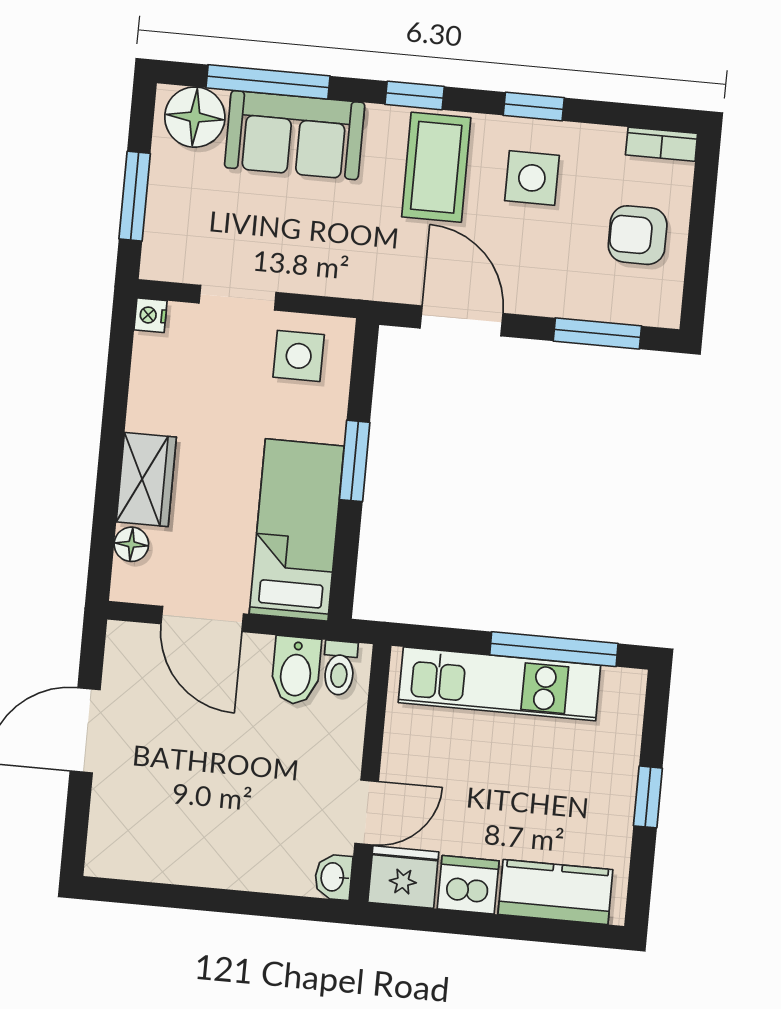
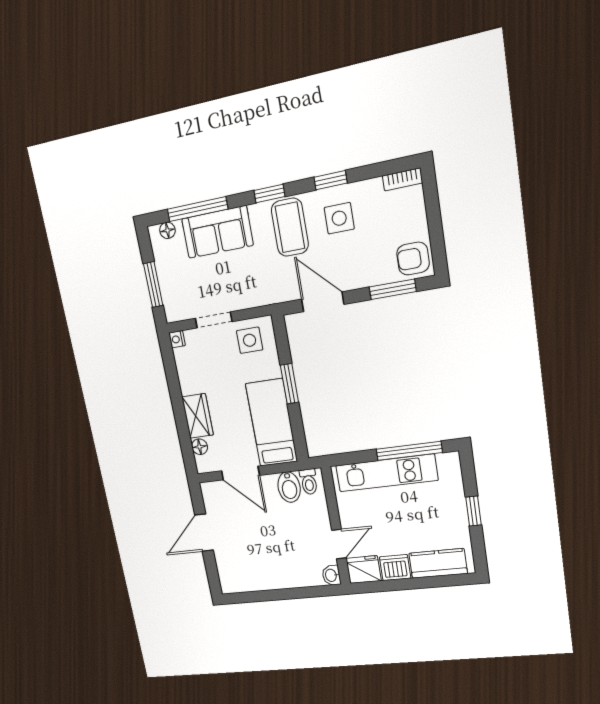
floor lamp: (195, 117) -> (167, 230), width x0.53, depth x0.53
armchair: (638, 235) -> (413, 259), moved

